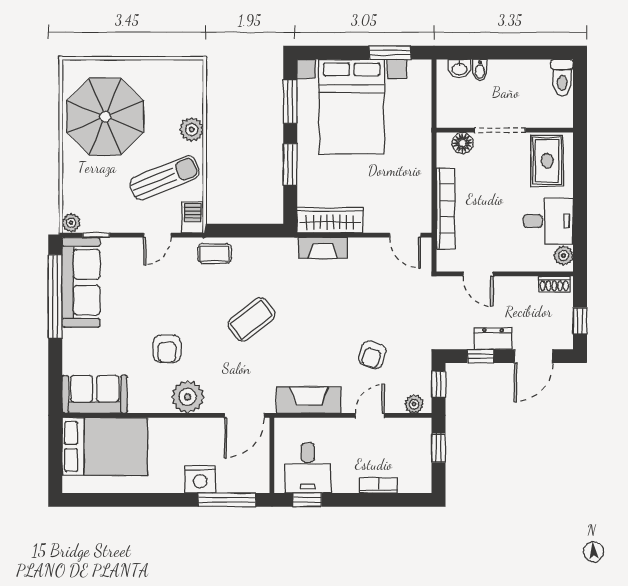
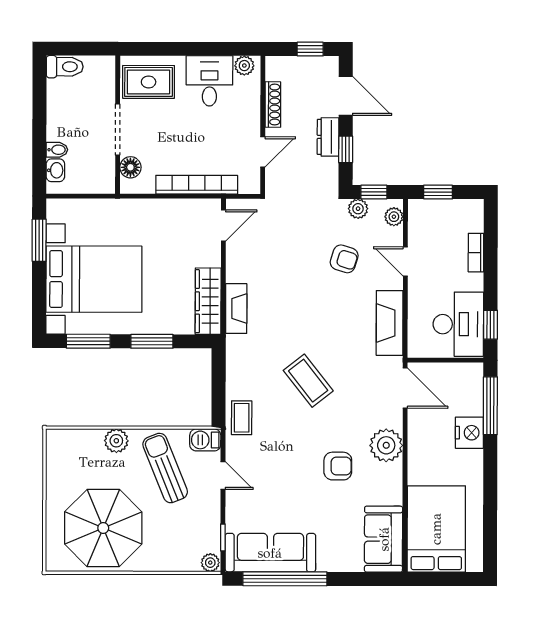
shoe rack: (554, 284) -> (273, 104), moved, width x1.43
plant: (422, 369) -> (358, 209), added
desk: (308, 468) -> (458, 324), width x1.37

